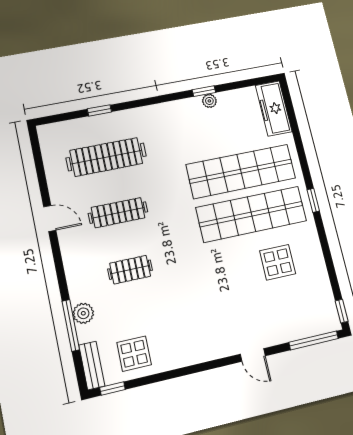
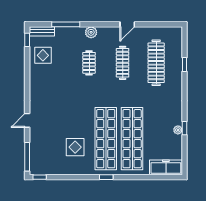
plant: (83, 313) -> (91, 32), moved

